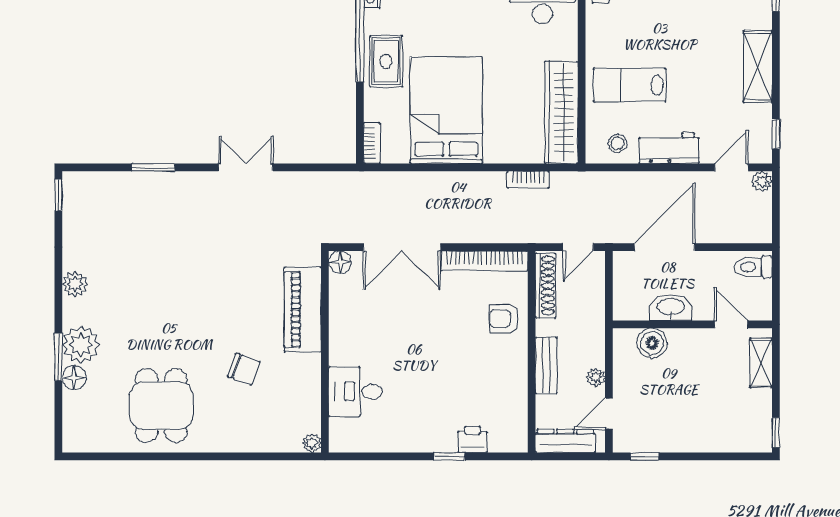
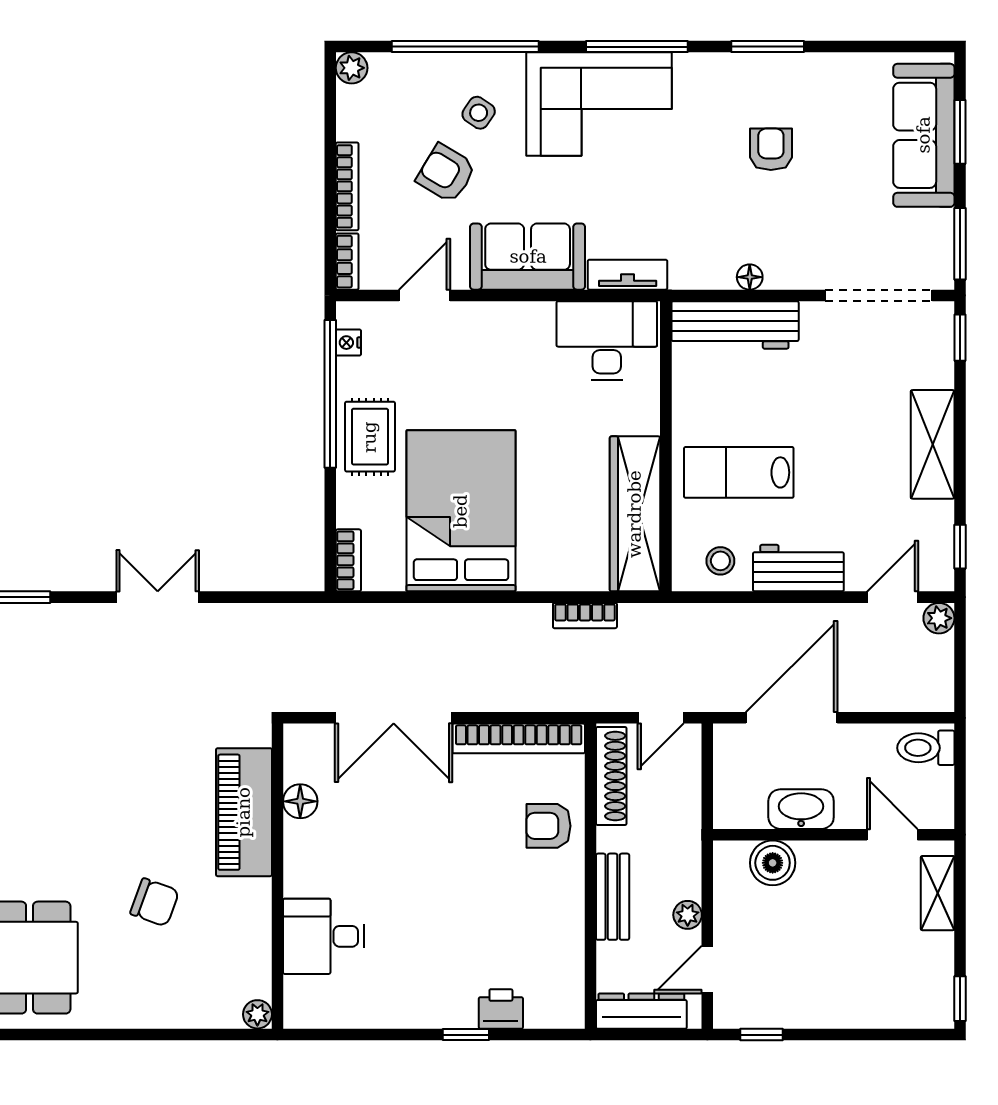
floor lamp: (340, 262) -> (300, 801), moved

